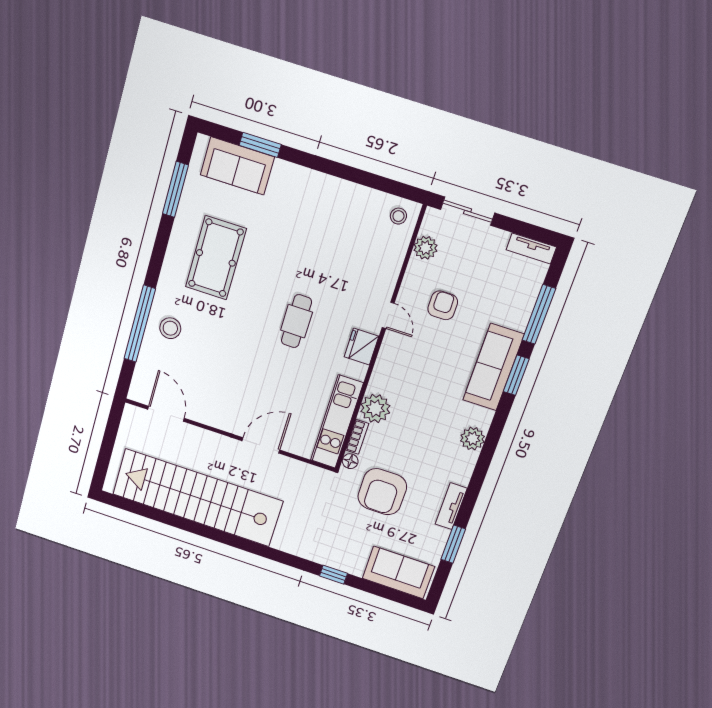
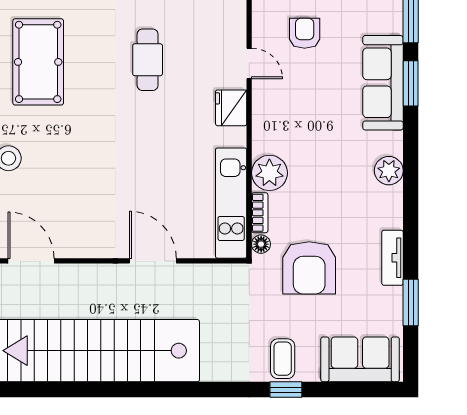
cafe table: (296, 321) -> (148, 60), moved
door: (261, 445) -> (153, 261), hinge flipped
coffee table: (338, 552) -> (283, 359), added

